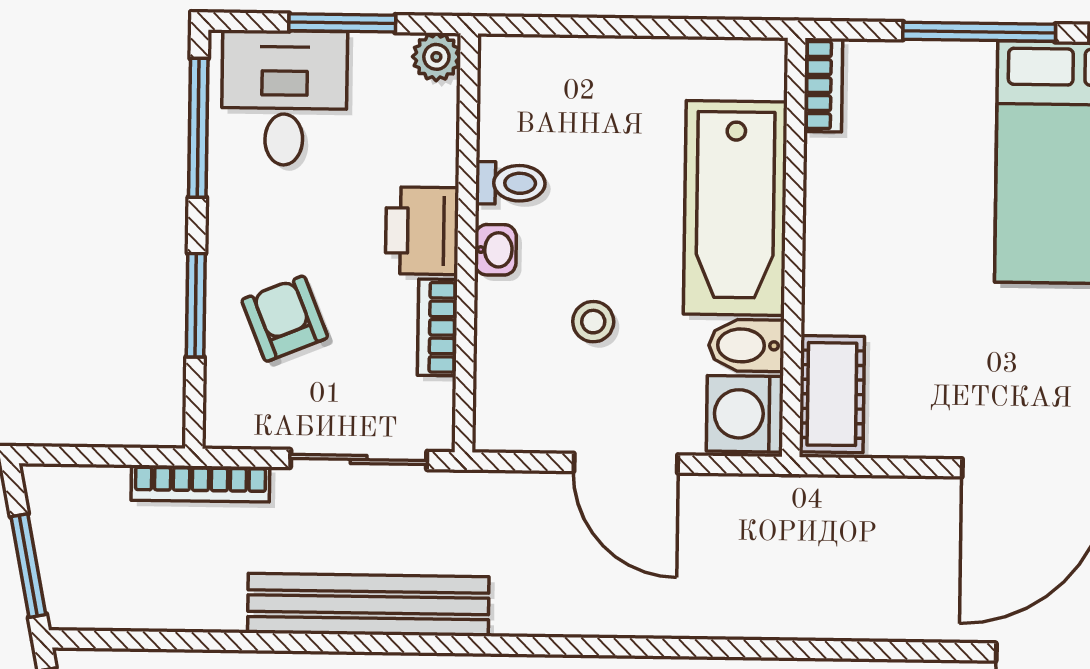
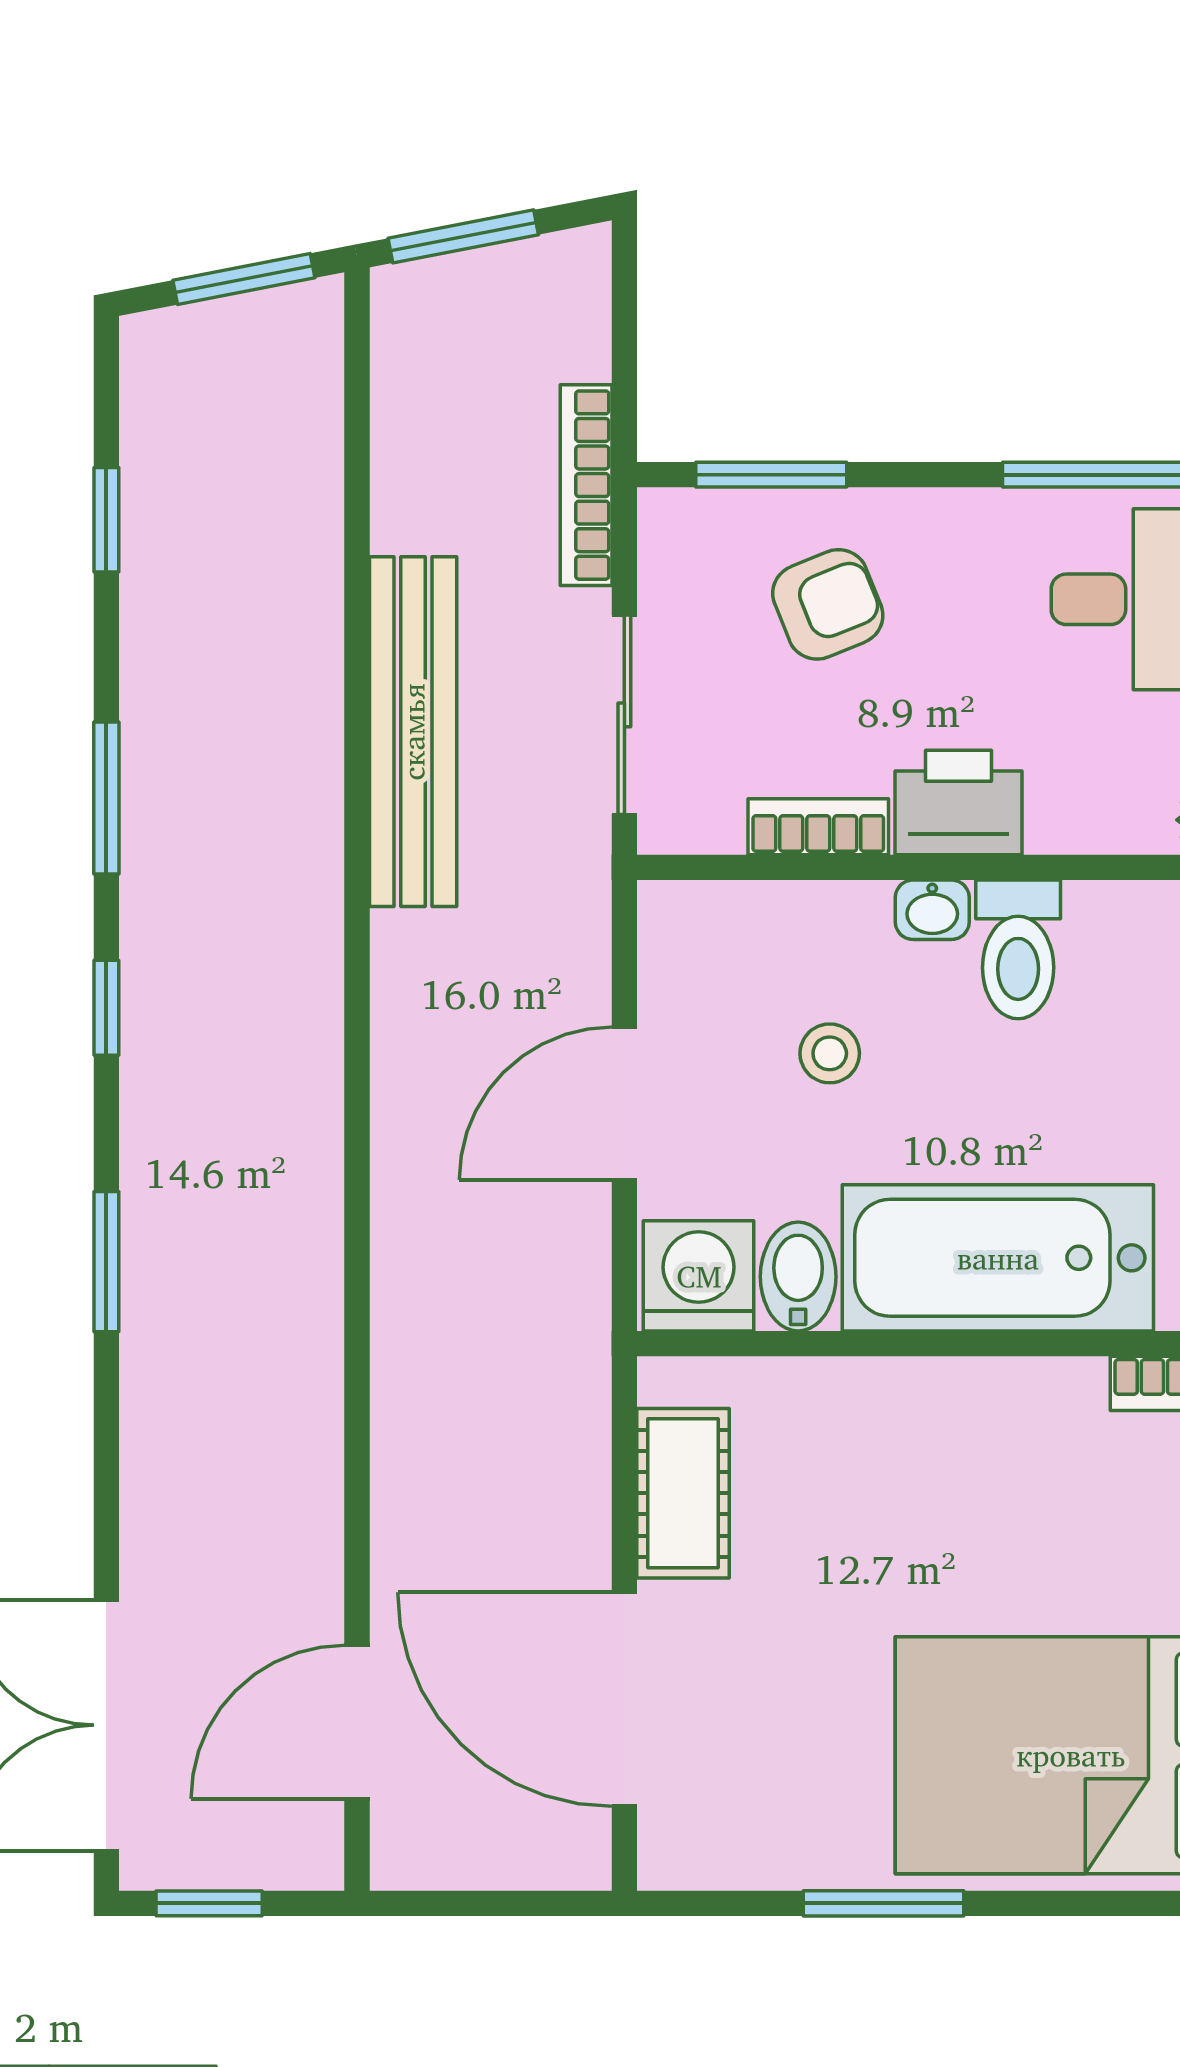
toilet: (510, 183) -> (1018, 949), width x1.37, depth x1.39
window: (196, 305) -> (771, 475), moved
cot: (832, 394) -> (683, 1493), moved, turned 90

